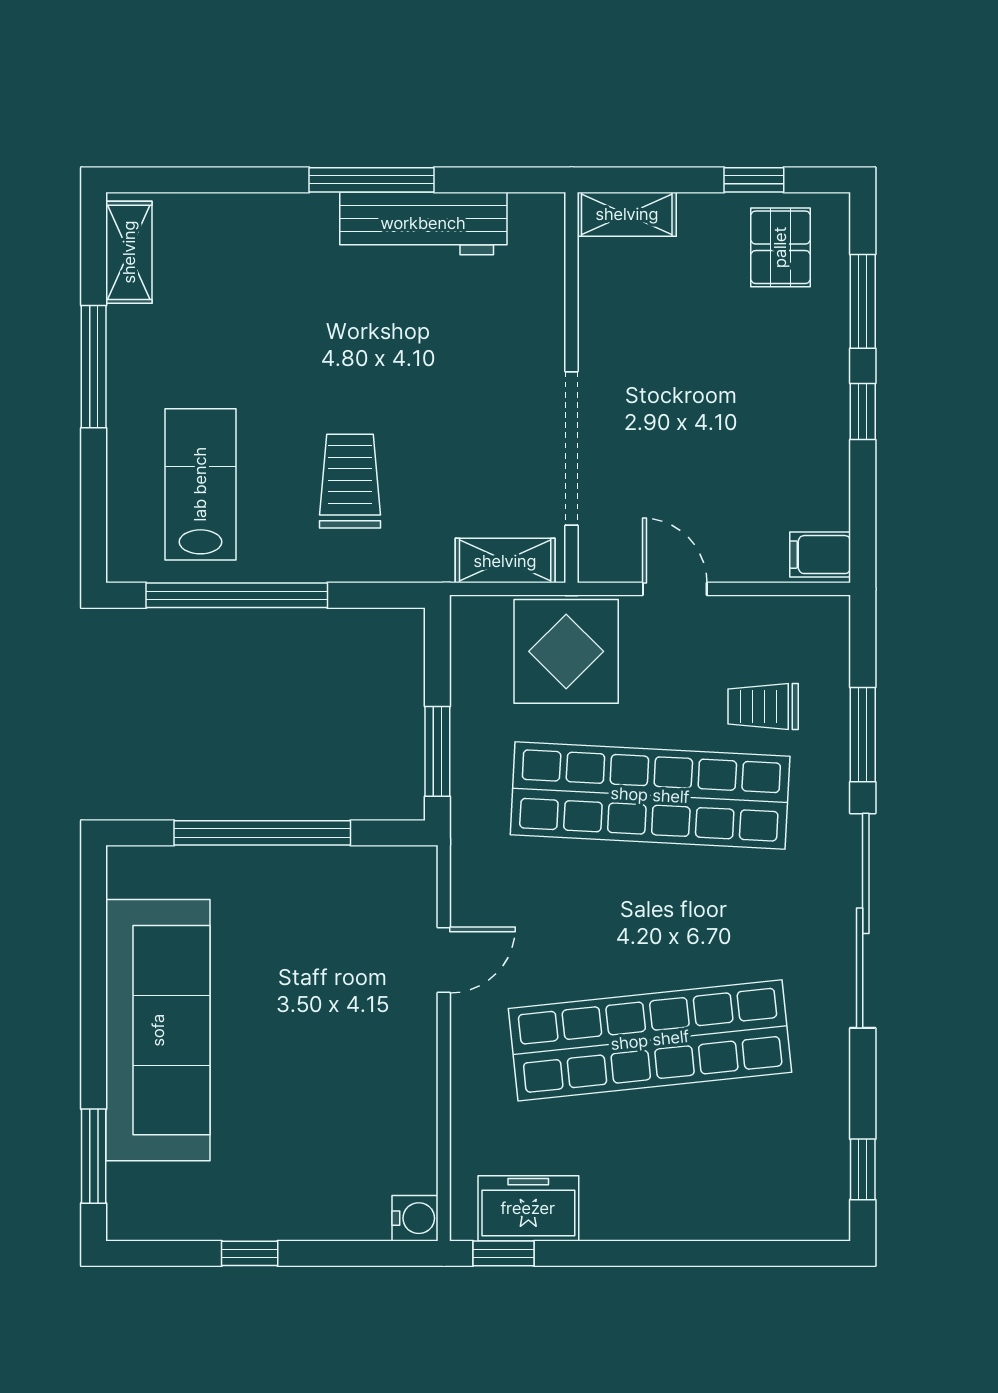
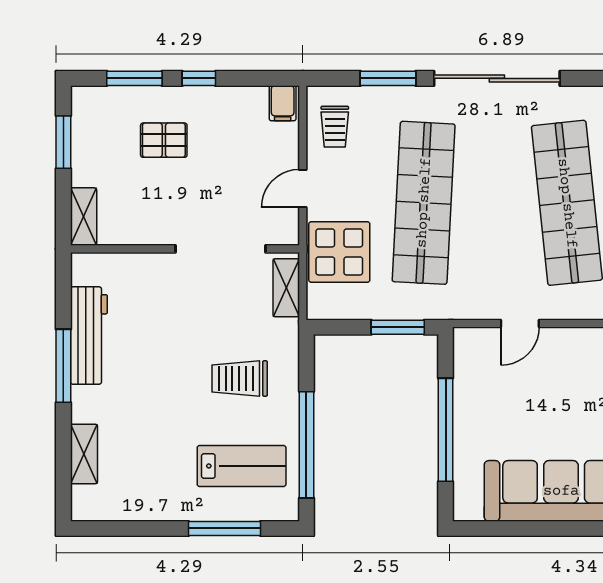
window: (754, 180) -> (63, 142), width x1.50
pallet: (780, 247) -> (164, 140), moved
shelving: (129, 252) -> (84, 454), moved, turned 90
window: (94, 367) -> (225, 528), moved
lab bench: (200, 484) -> (242, 466), turned 180
trolley: (763, 707) -> (335, 127), moved
door: (444, 960) -> (520, 324), swing flipped

